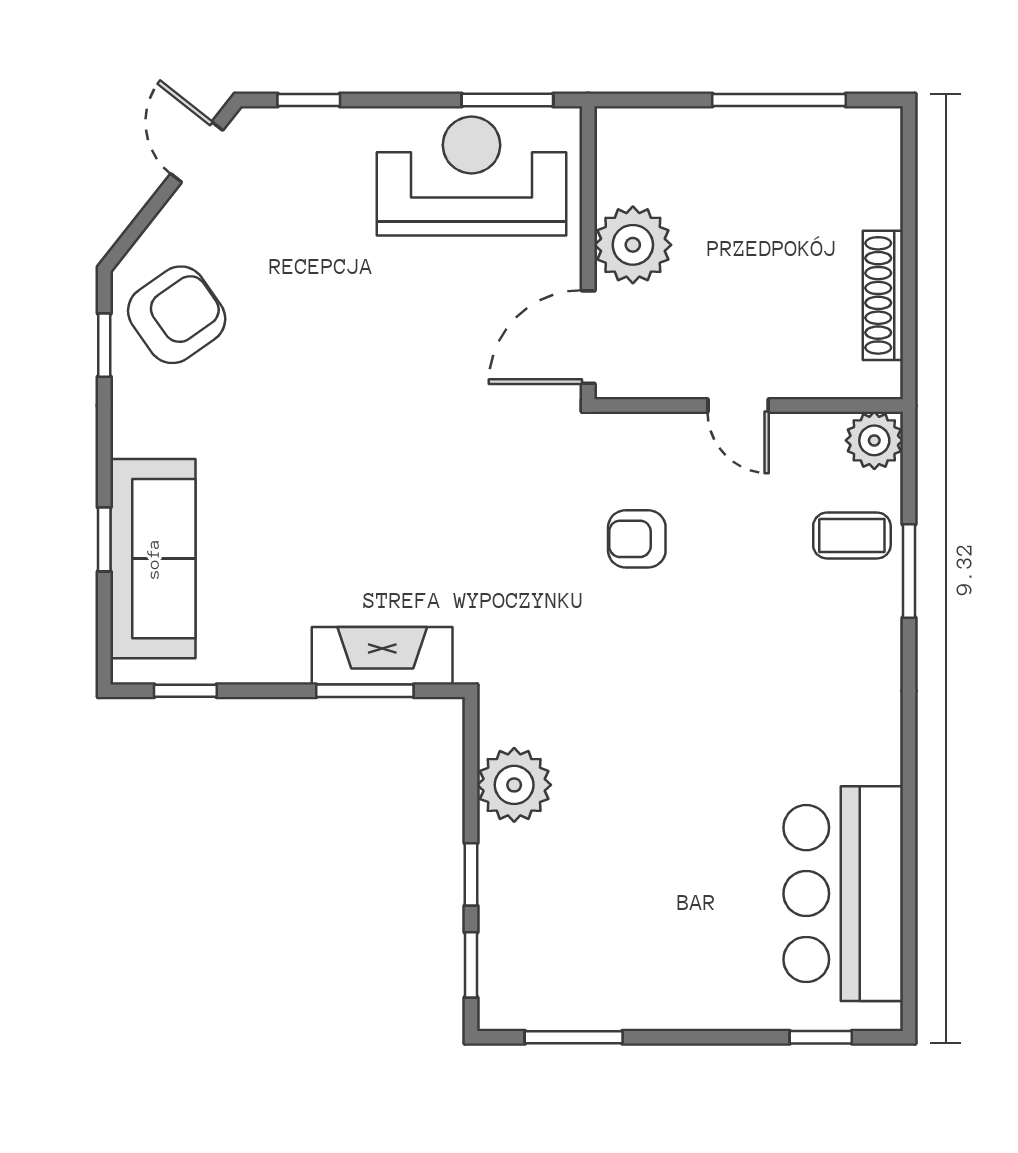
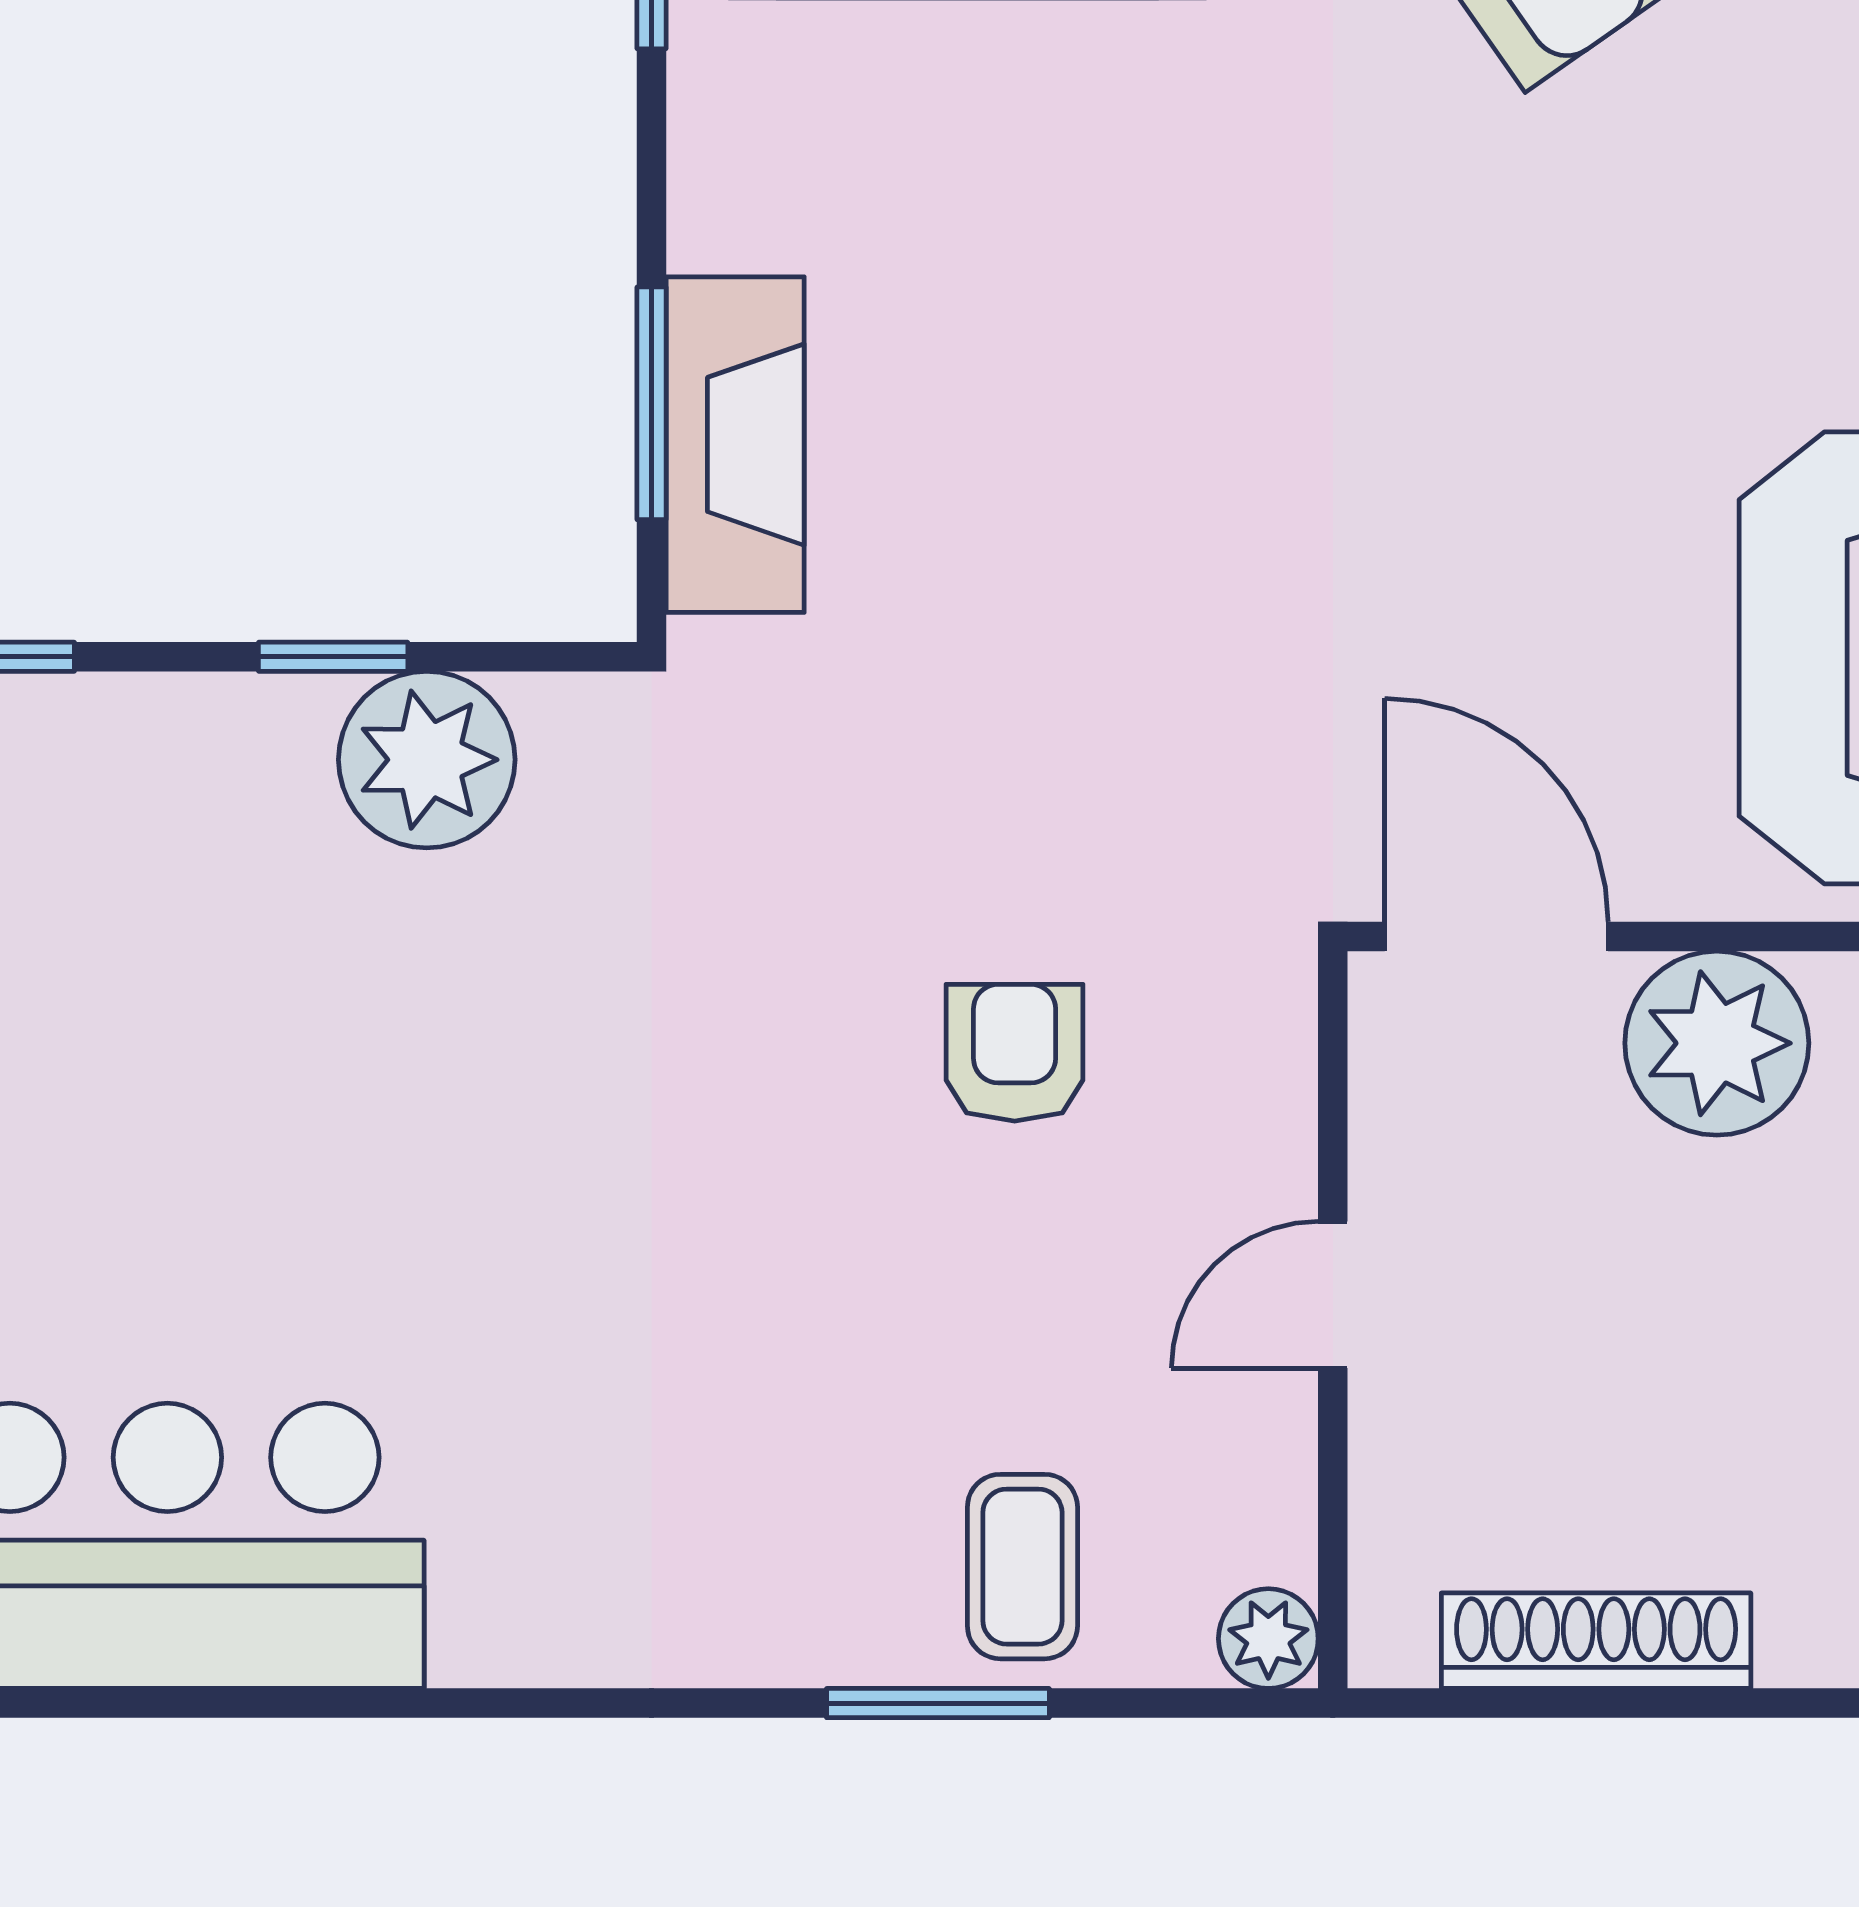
plant: (874, 440) -> (1268, 1639), width x0.73, depth x0.73
window: (471, 874) -> (333, 657), moved

